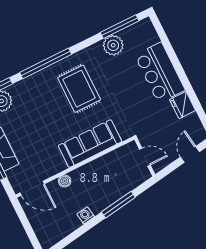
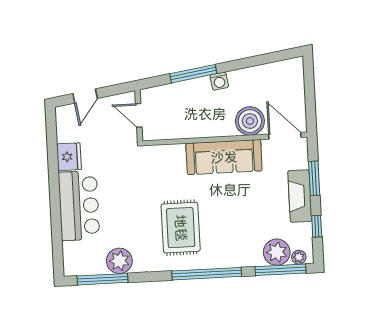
sofa: (90, 144) -> (224, 157), moved
boiler: (65, 181) -> (250, 121), width x1.86, depth x1.86
washing machine: (86, 215) -> (219, 81), moved

